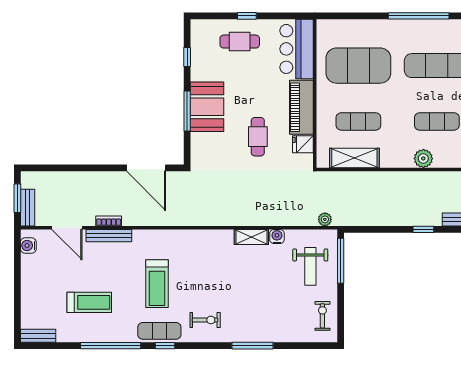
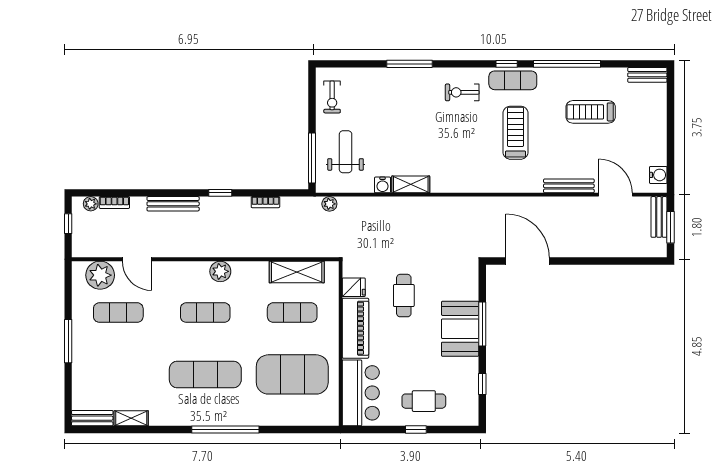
bookcase: (109, 221) -> (265, 202), moved

